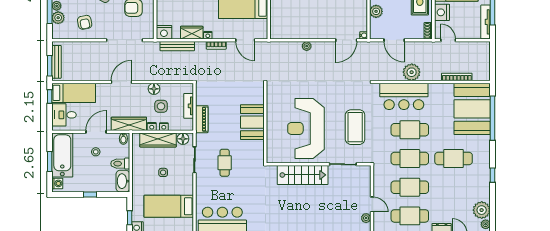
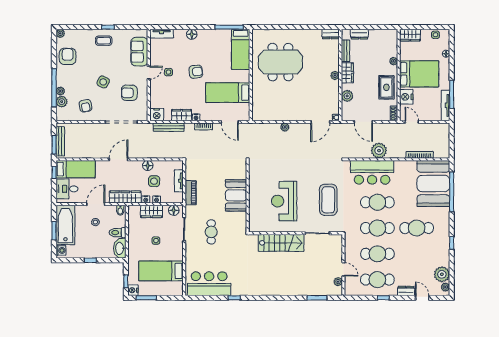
reception desk: (306, 128) -> (284, 201), width x0.74, depth x0.77
wardrobe: (158, 140) -> (151, 211), width x0.67

